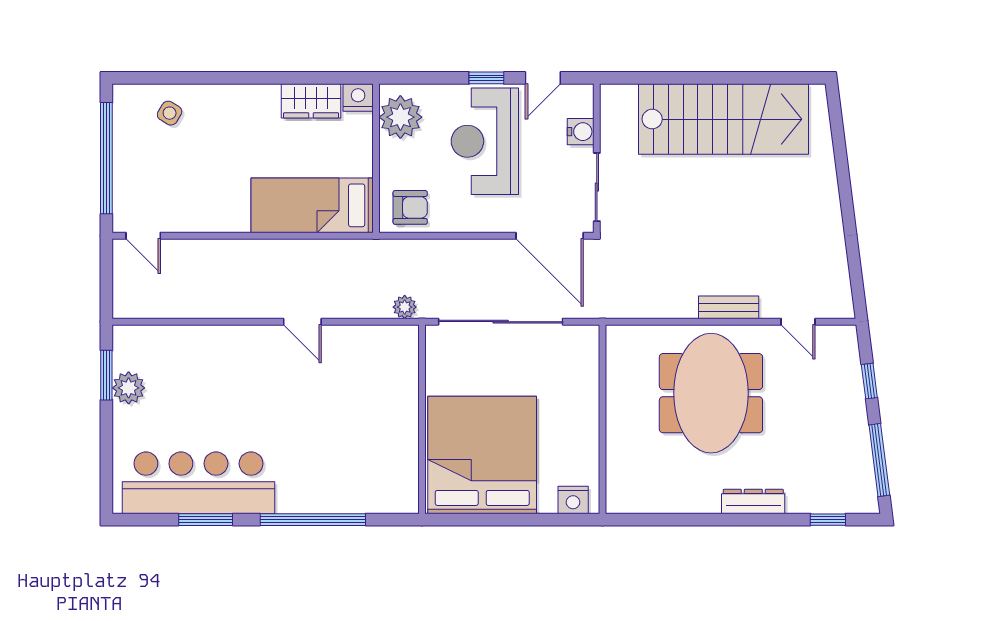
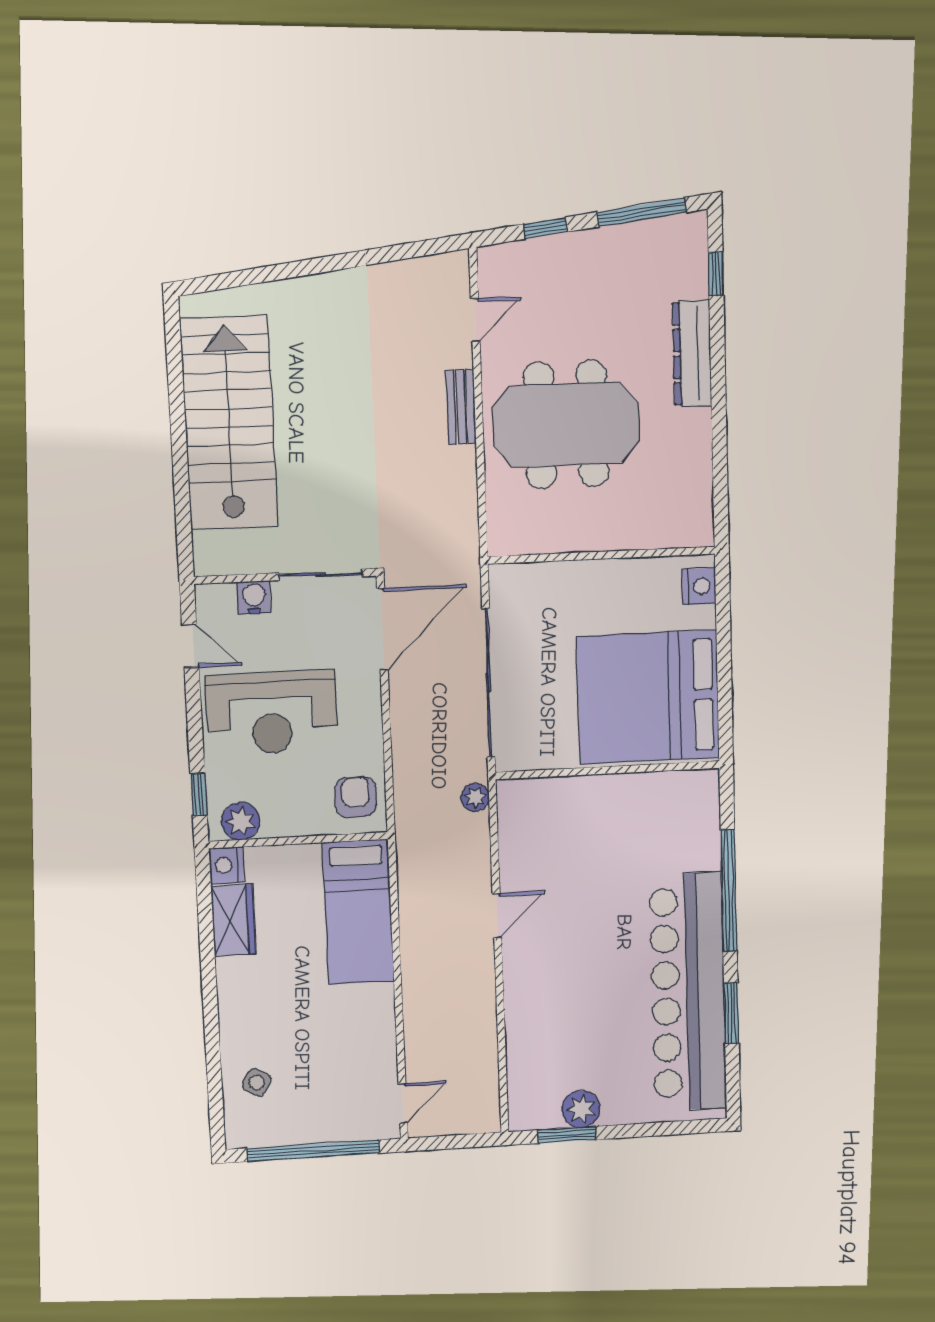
window: (486, 78) -> (199, 795), moved
plant: (400, 117) -> (241, 821), width x0.73, depth x0.73
bar counter: (198, 483) -> (688, 992), width x1.36
dresser: (753, 502) -> (692, 353), width x1.37, depth x1.24

